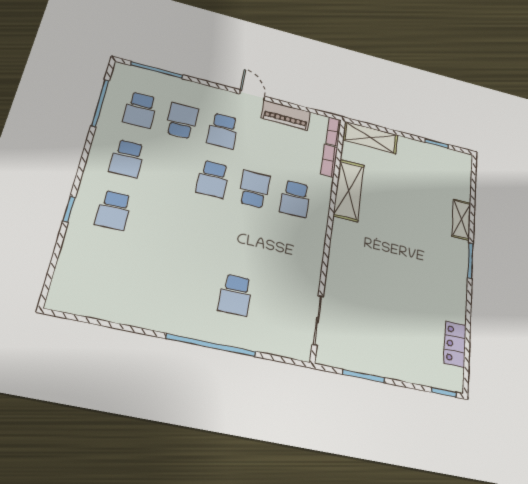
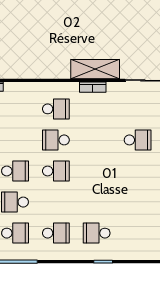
bookcase: (329, 161) -> (93, 87), moved
shelving: (349, 190) -> (95, 69), moved
school desk: (114, 210) -> (97, 233), turned 180

